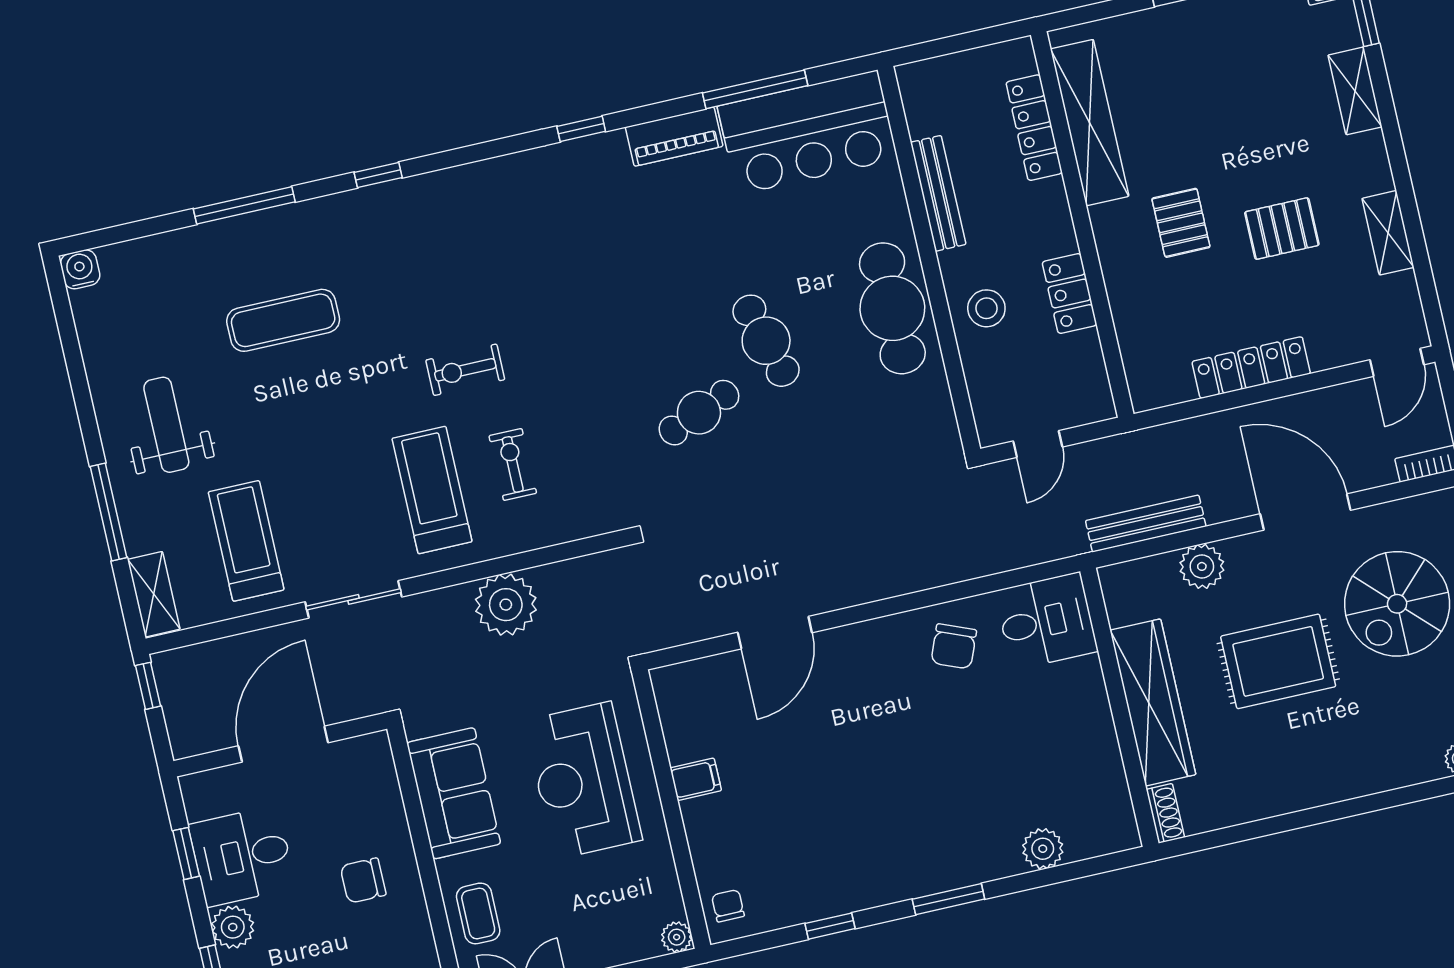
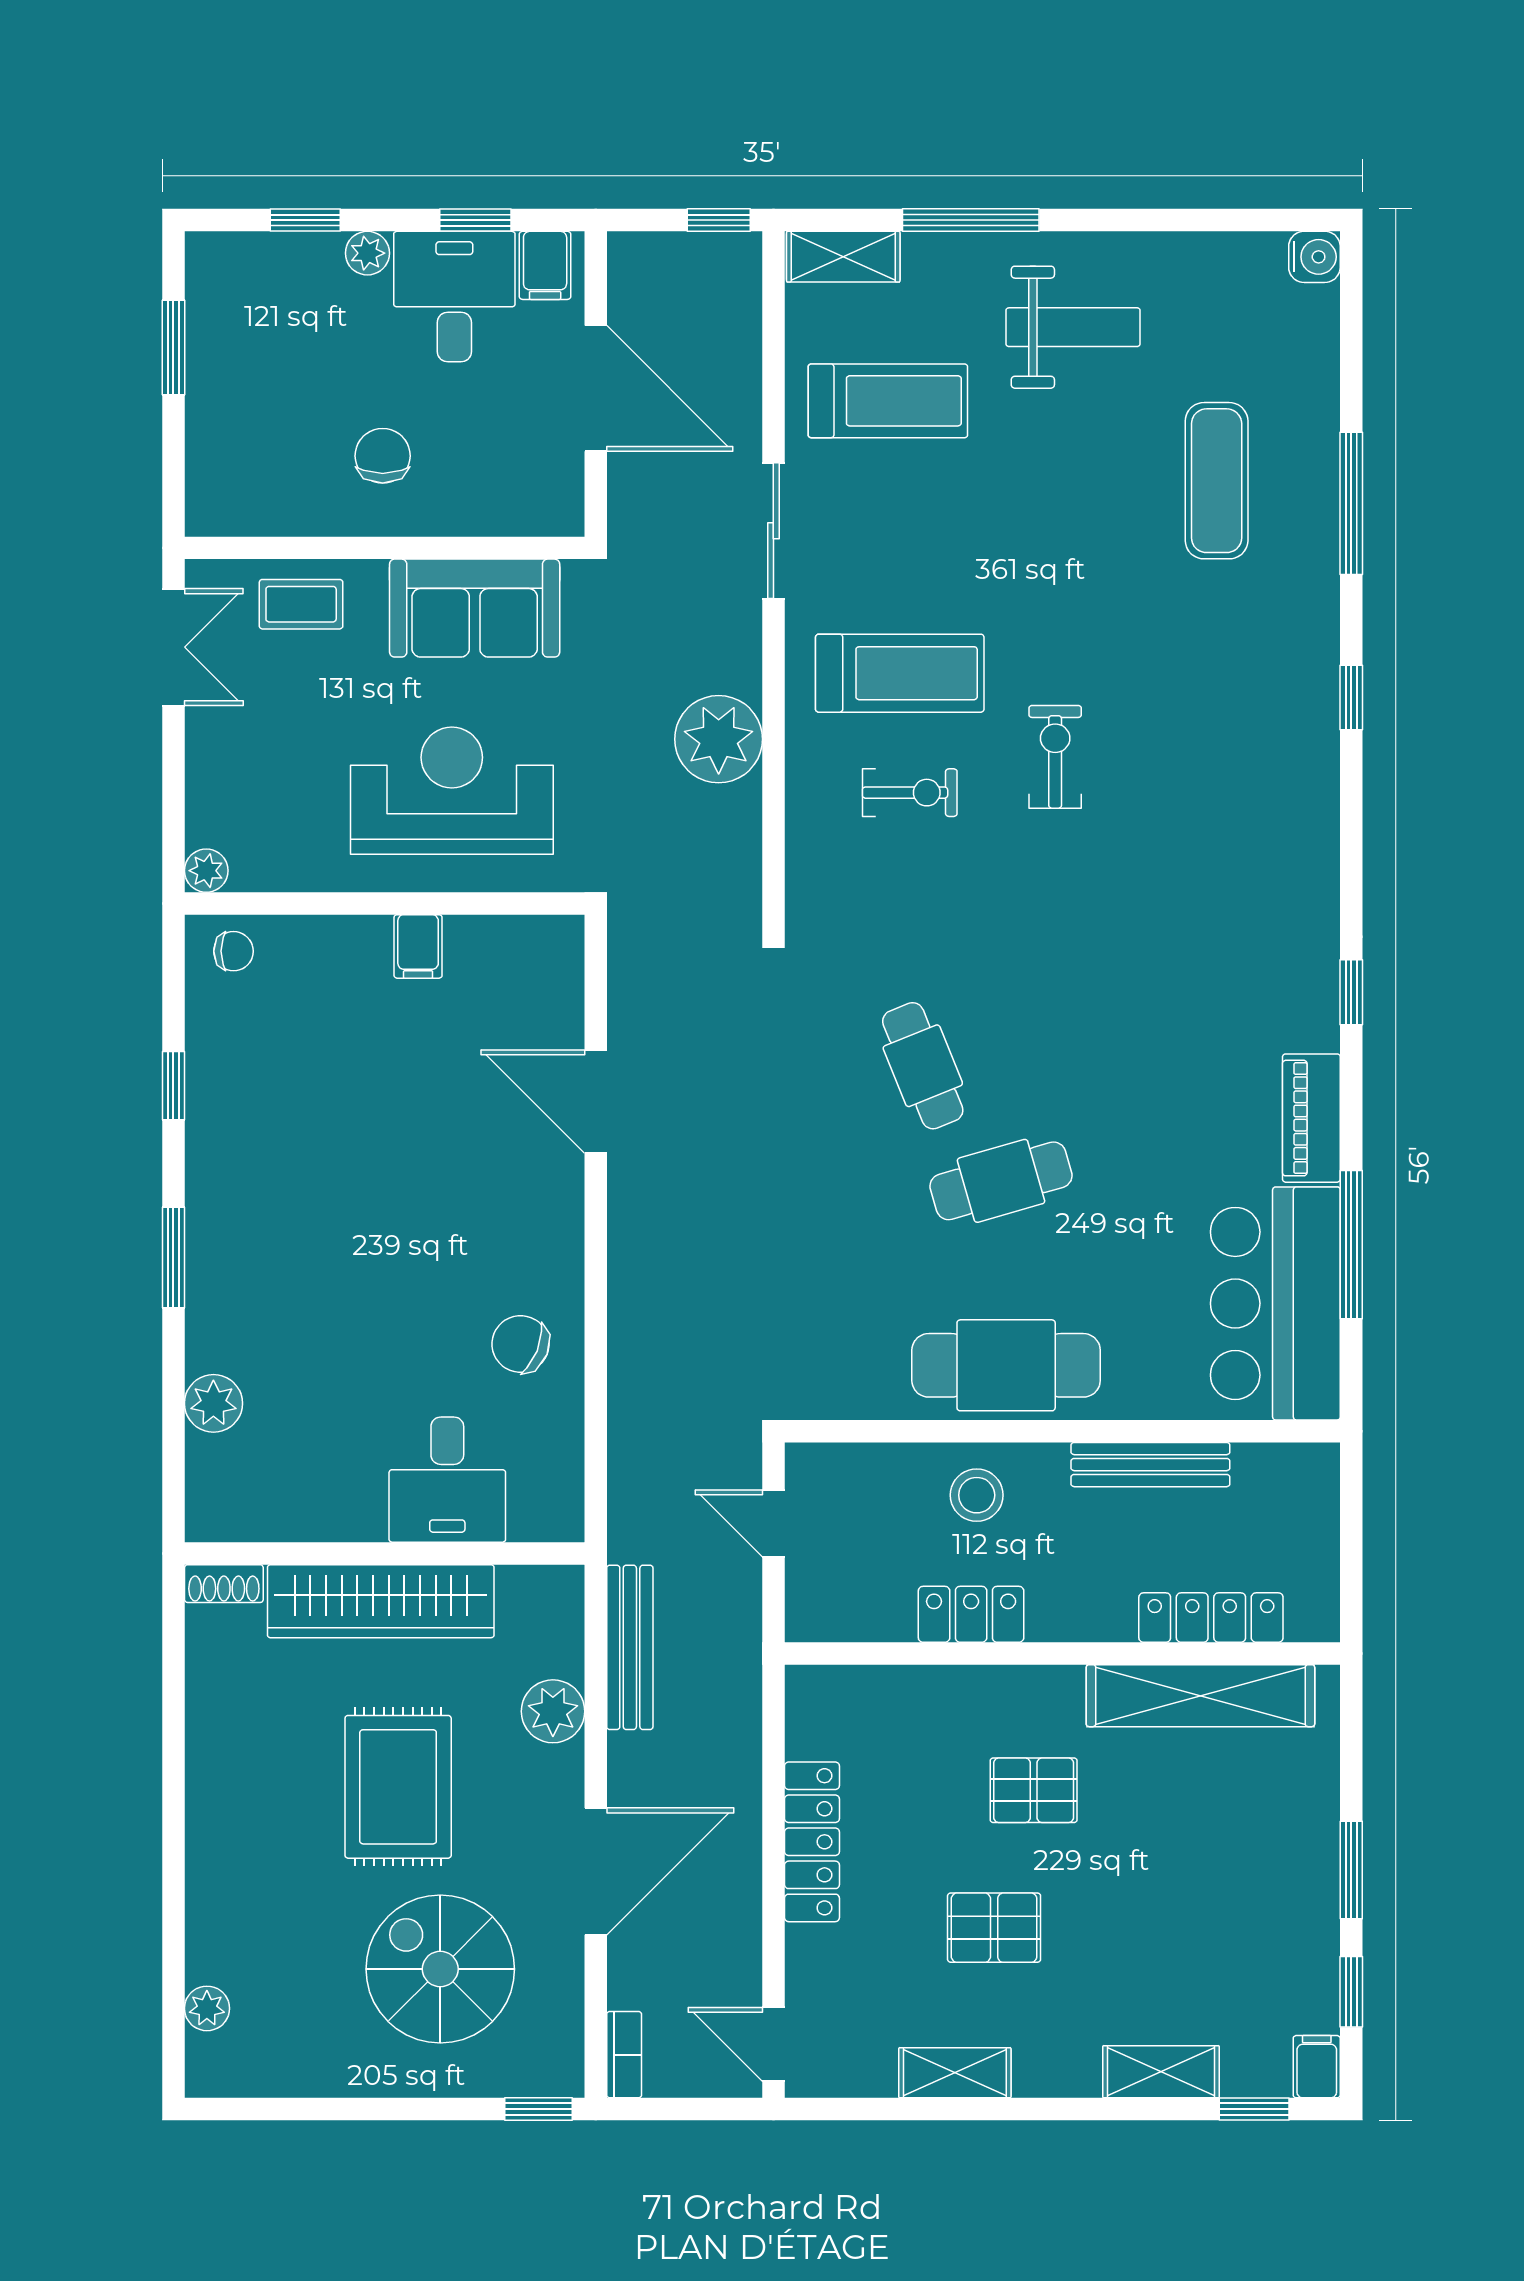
pallet: (1282, 229) -> (994, 1928), turned 90
exercise mat: (283, 320) -> (1217, 481), moved
desk: (1046, 621) -> (447, 1480), moved
filing cabinet: (206, 798) -> (545, 265), added
plant: (233, 927) -> (367, 253), width x0.73, depth x0.73

